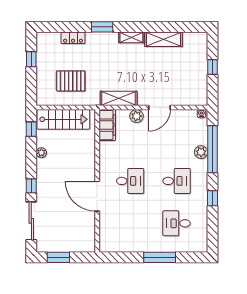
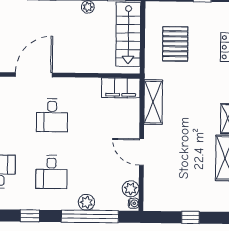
plant: (137, 116) -> (131, 189), moved

